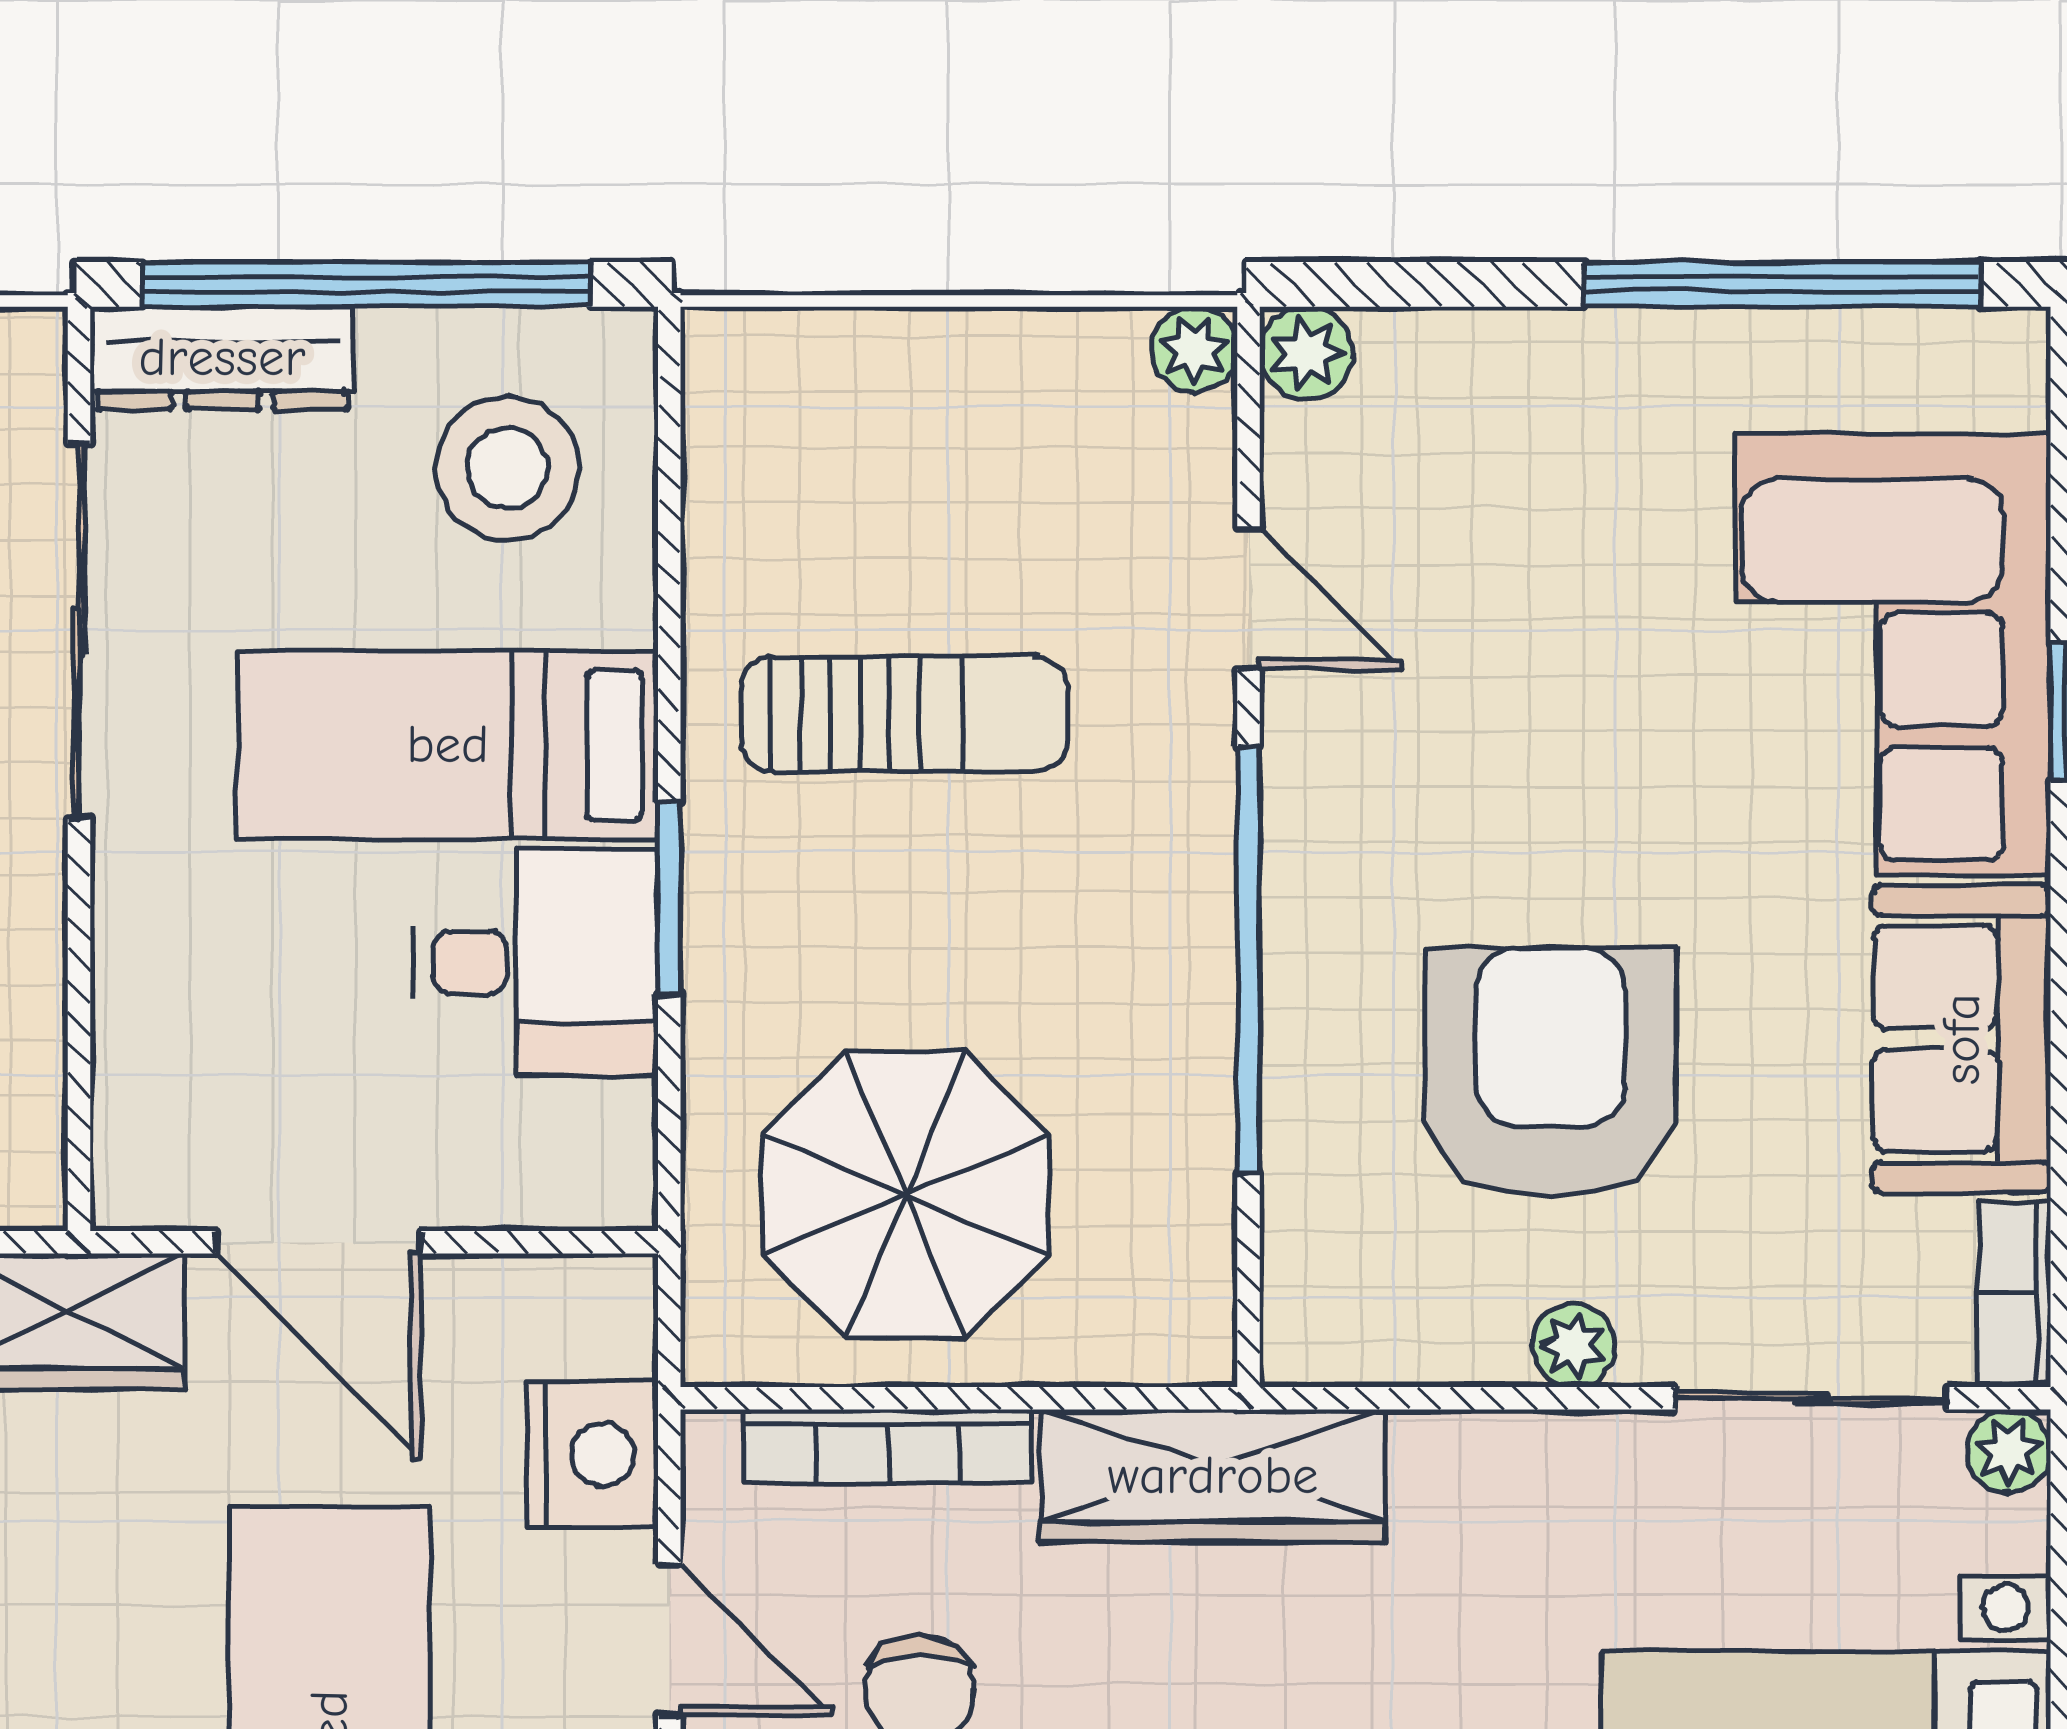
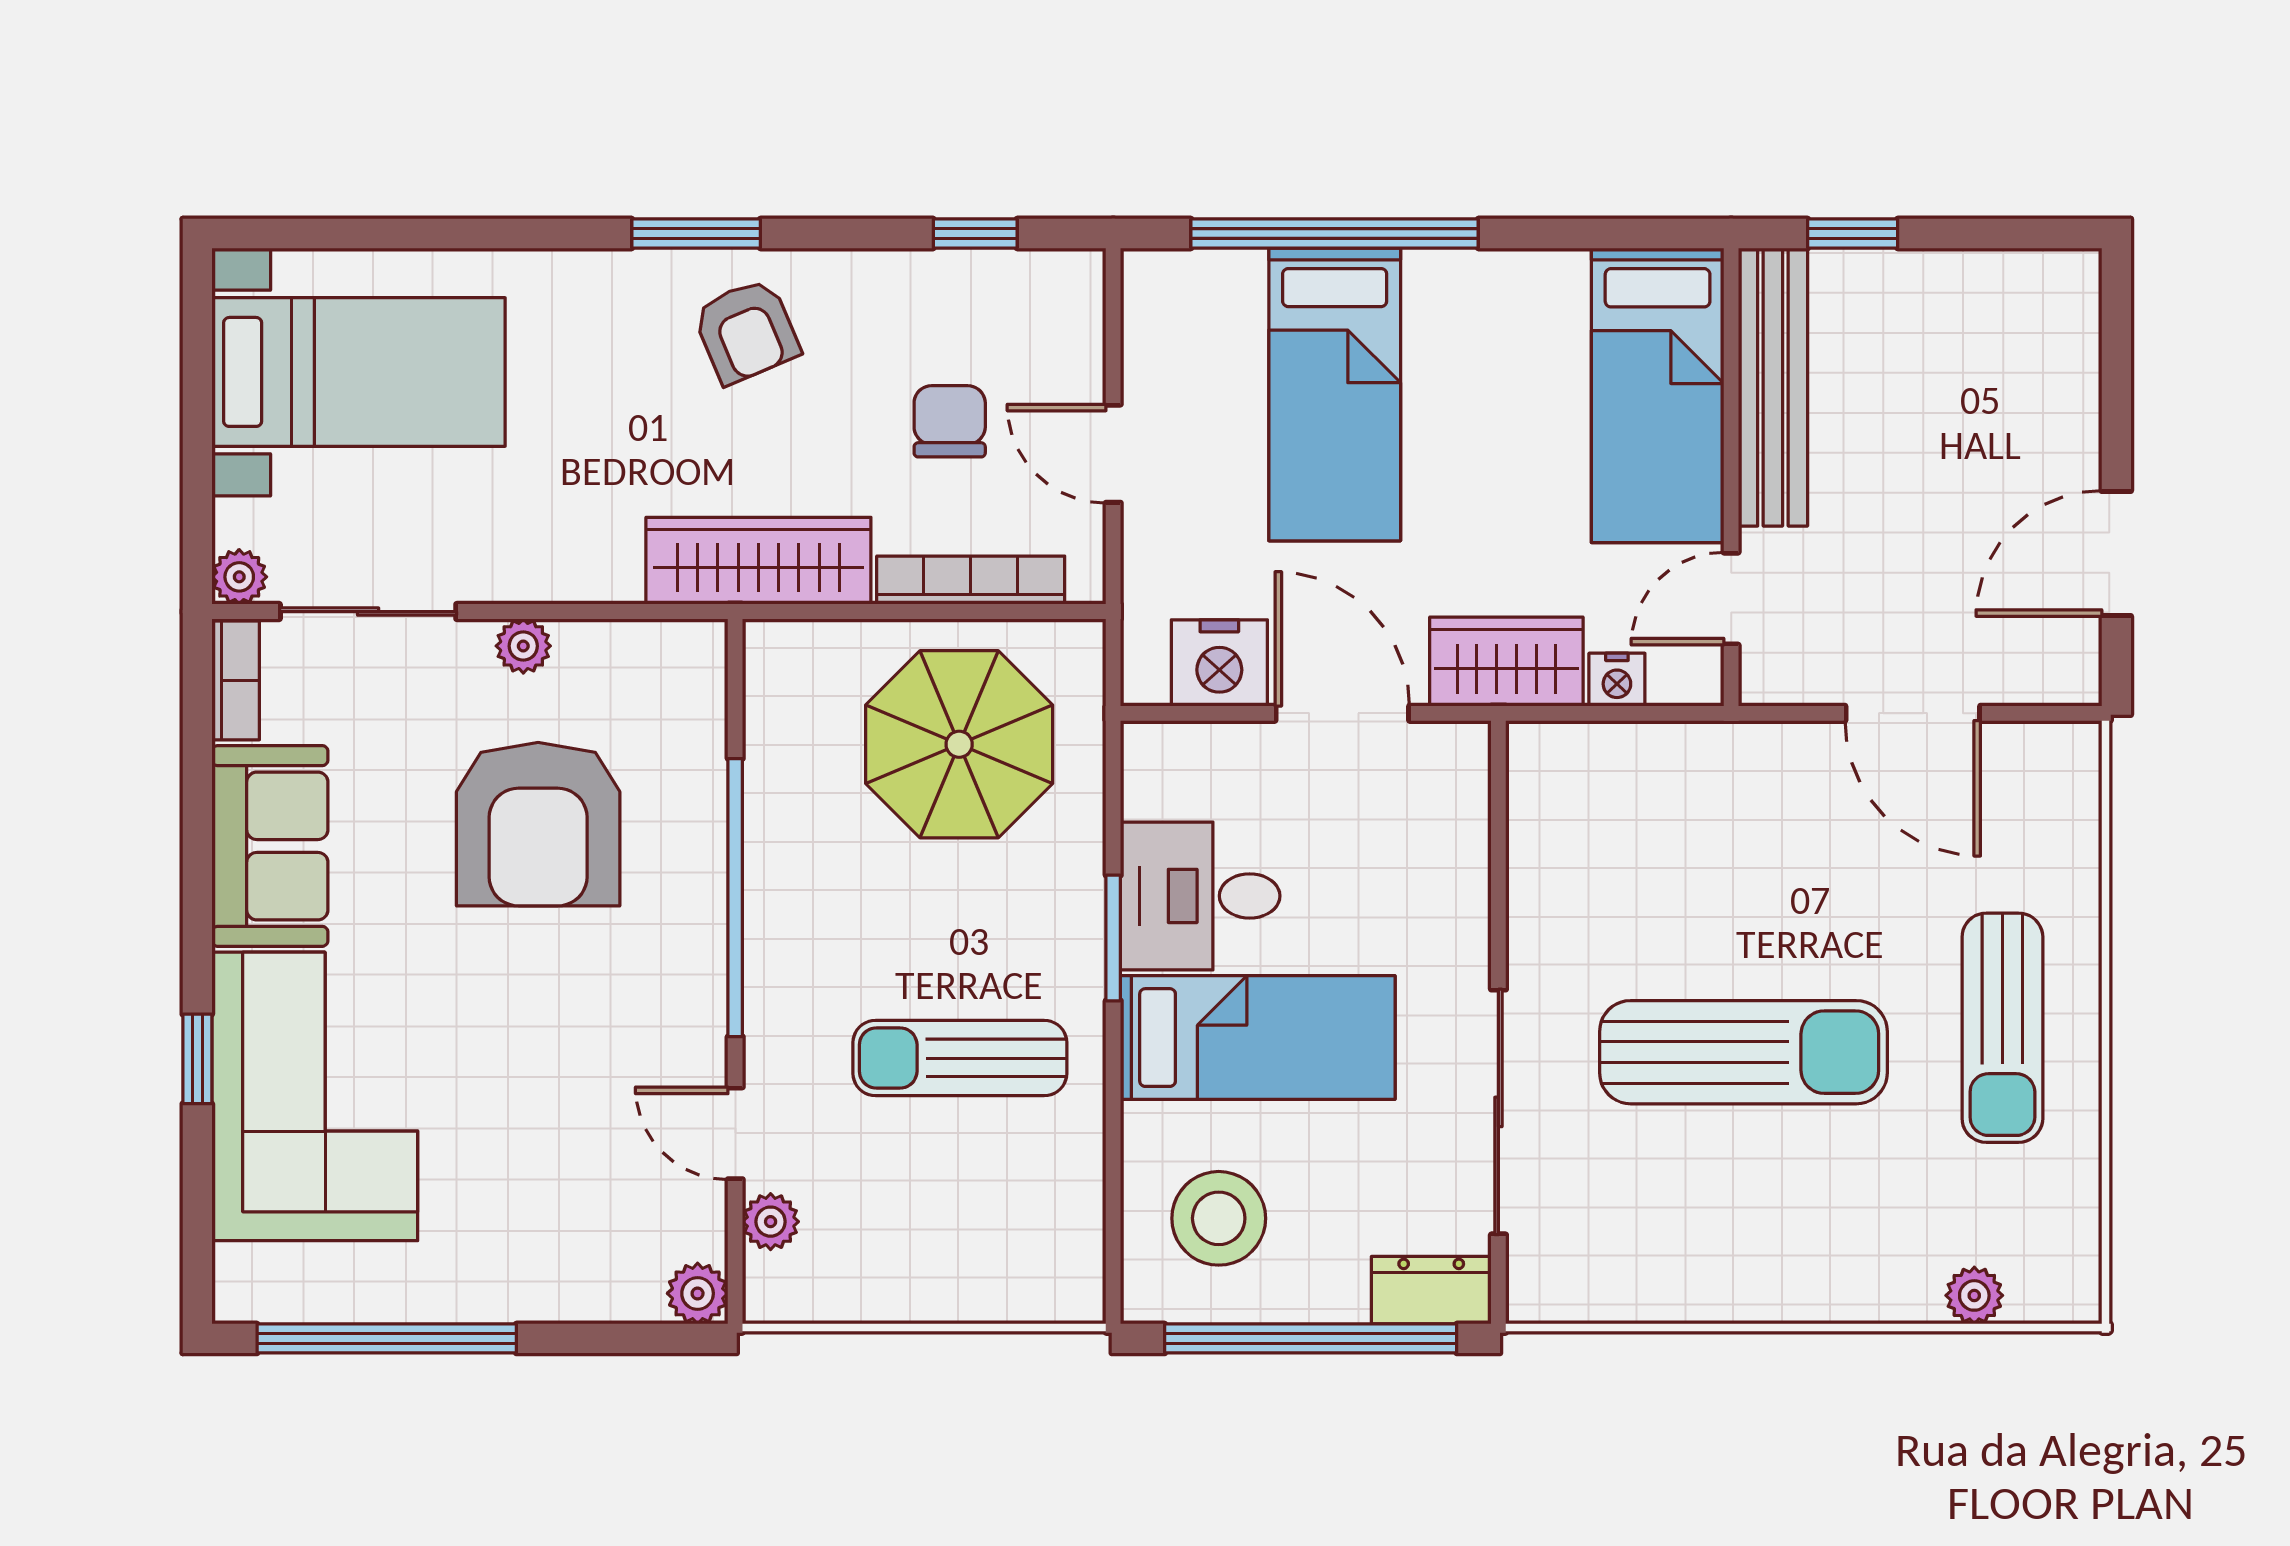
plant: (1194, 350) -> (771, 1222), moved
dresser: (222, 358) -> (1431, 1290), width x0.70
nightstand: (592, 1455) -> (1219, 663), moved, turned -90

